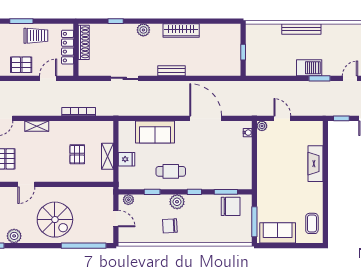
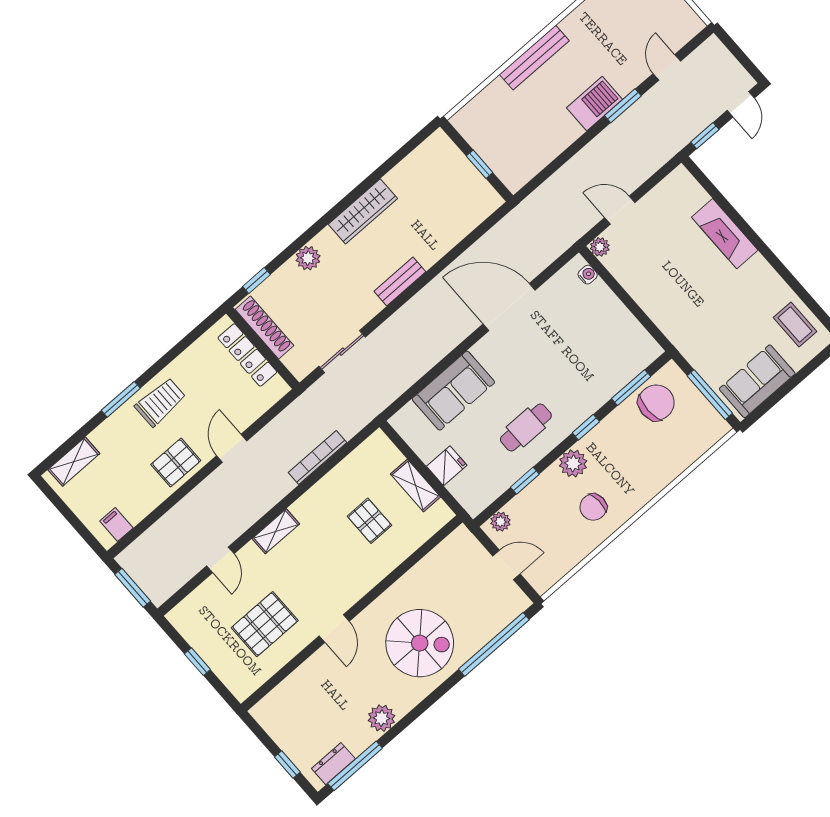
shoe rack: (84, 42) -> (265, 328), moved
locker: (68, 47) -> (247, 355), moved
wall: (76, 50) -> (263, 348), moved

